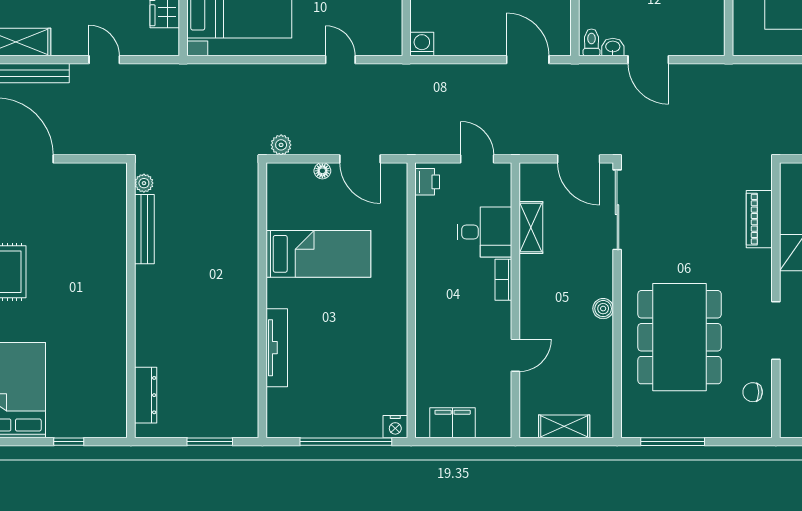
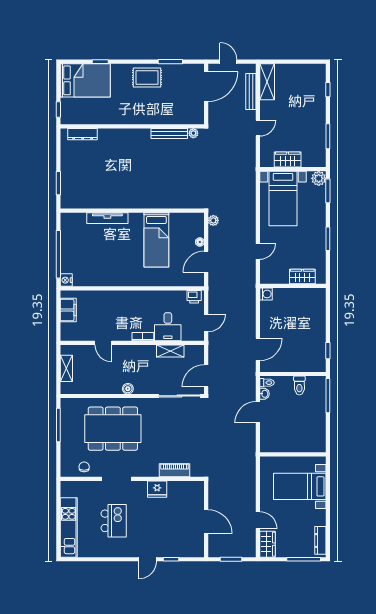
plant: (144, 183) -> (193, 133), moved
bench: (144, 229) -> (169, 133), moved
wall: (131, 300) -> (132, 126), moved
dresser: (146, 395) -> (83, 134), moved

